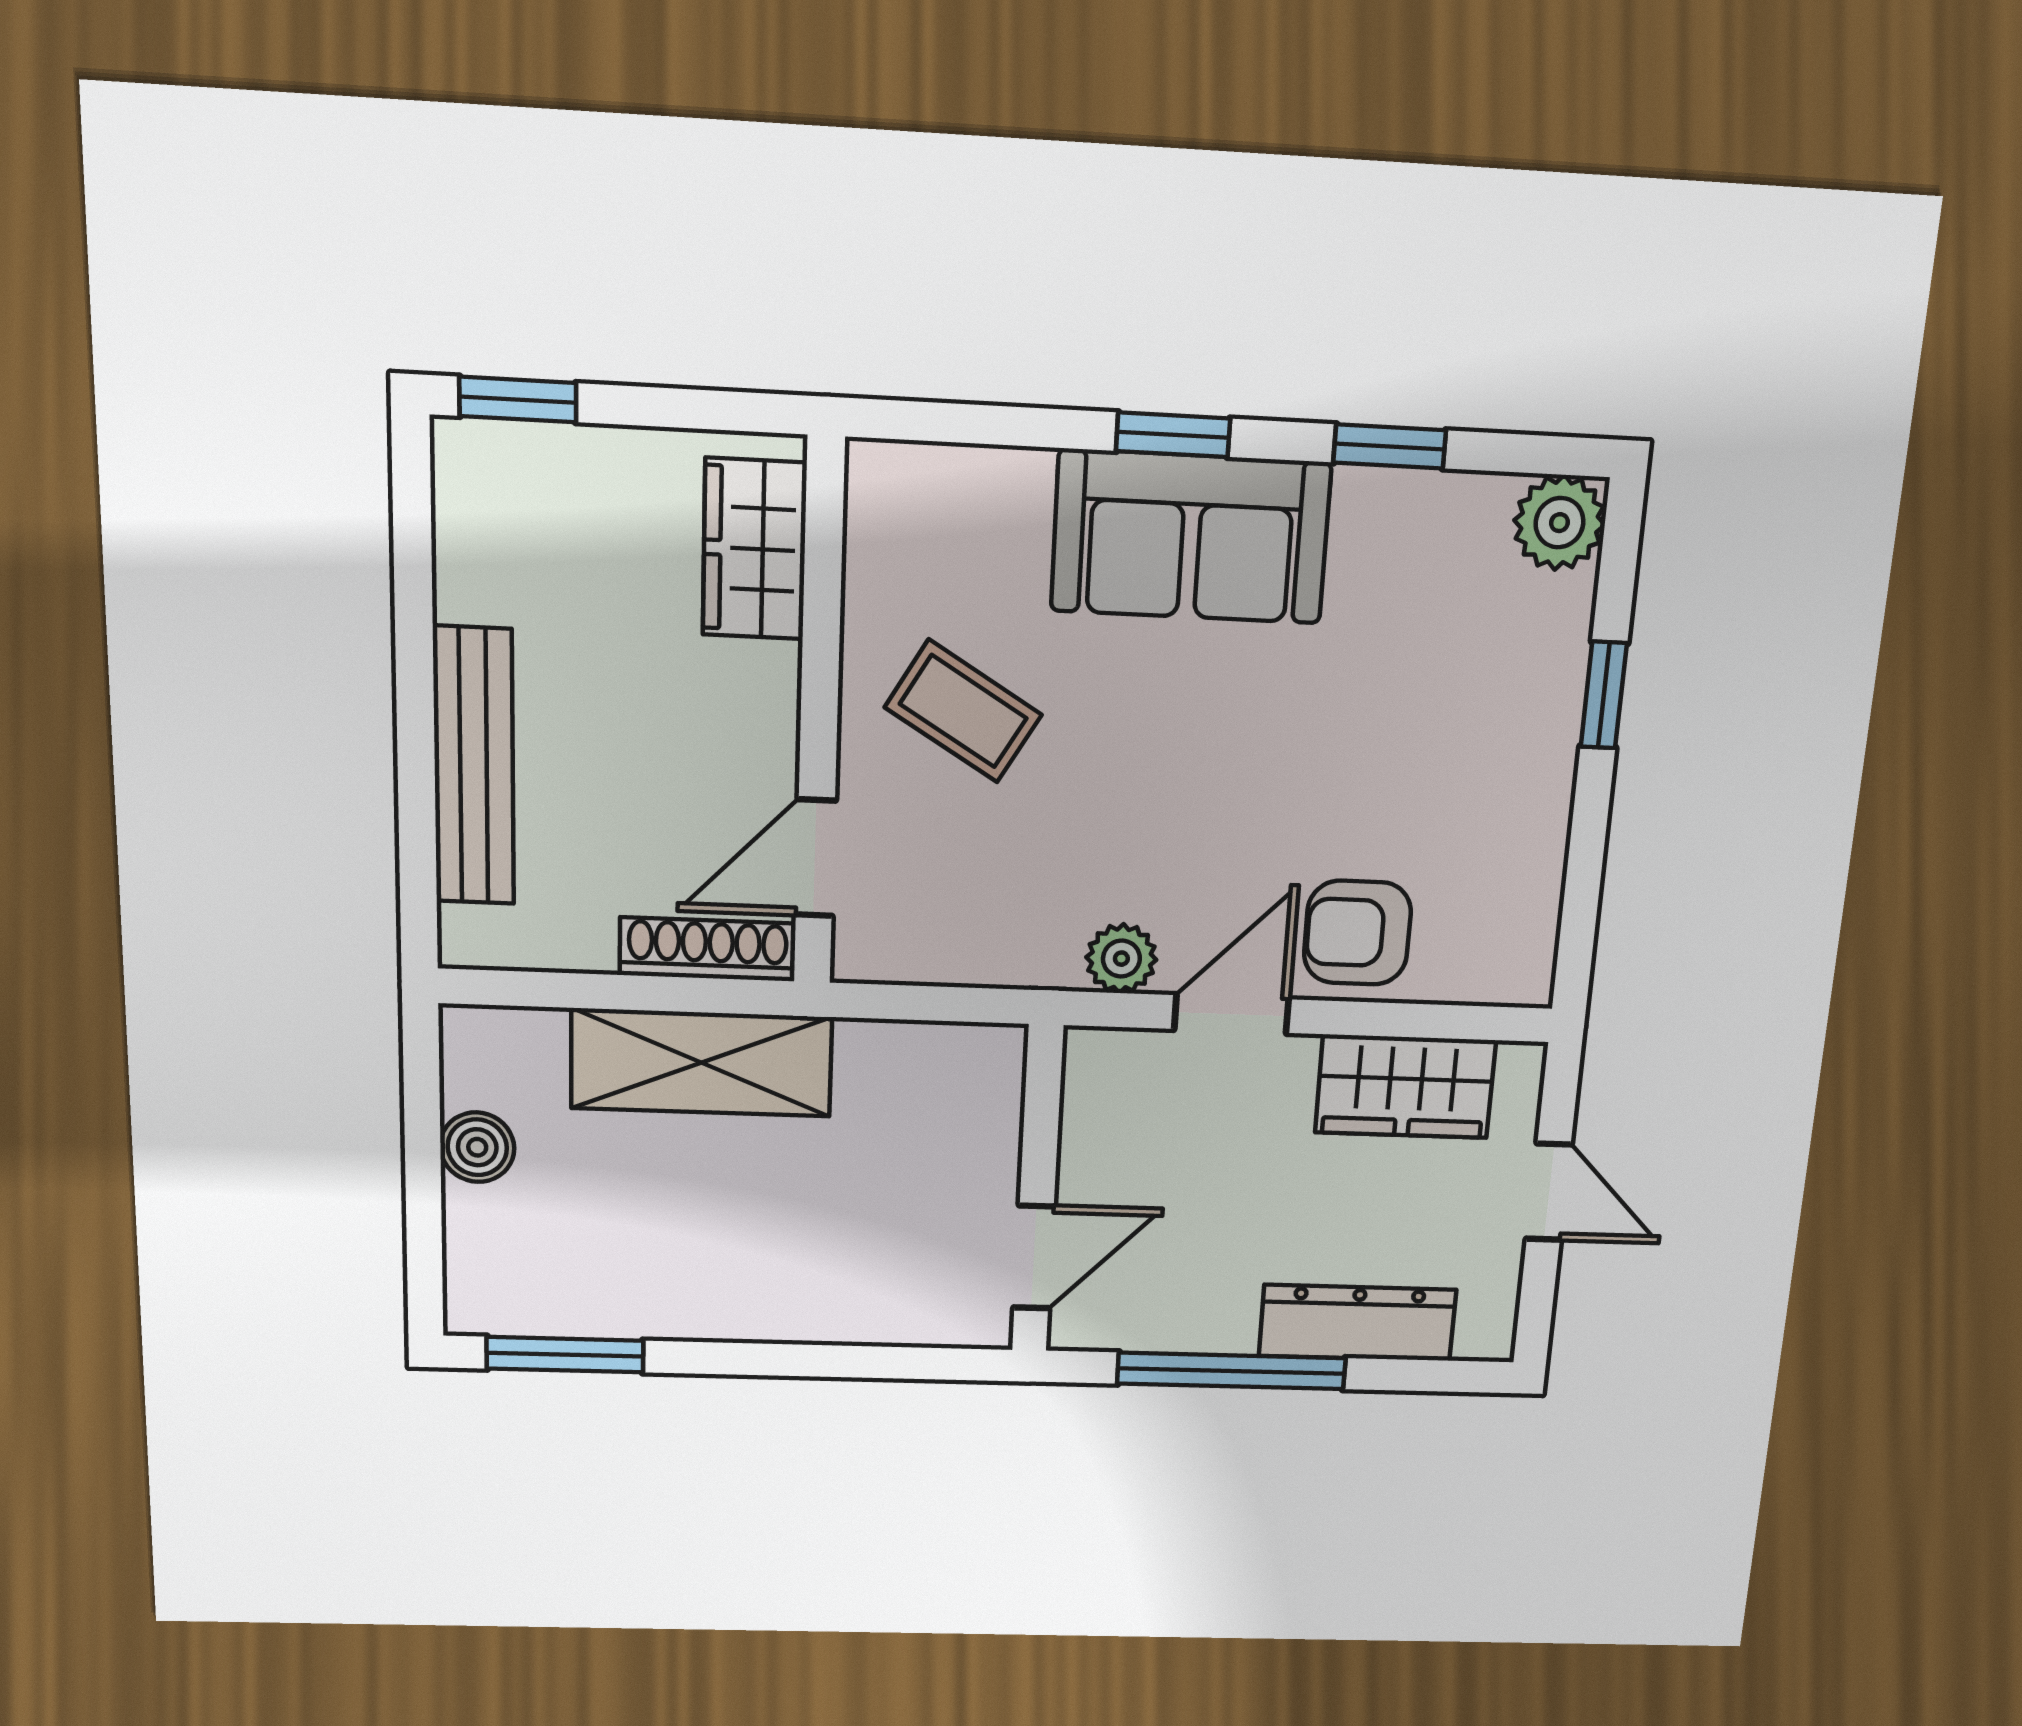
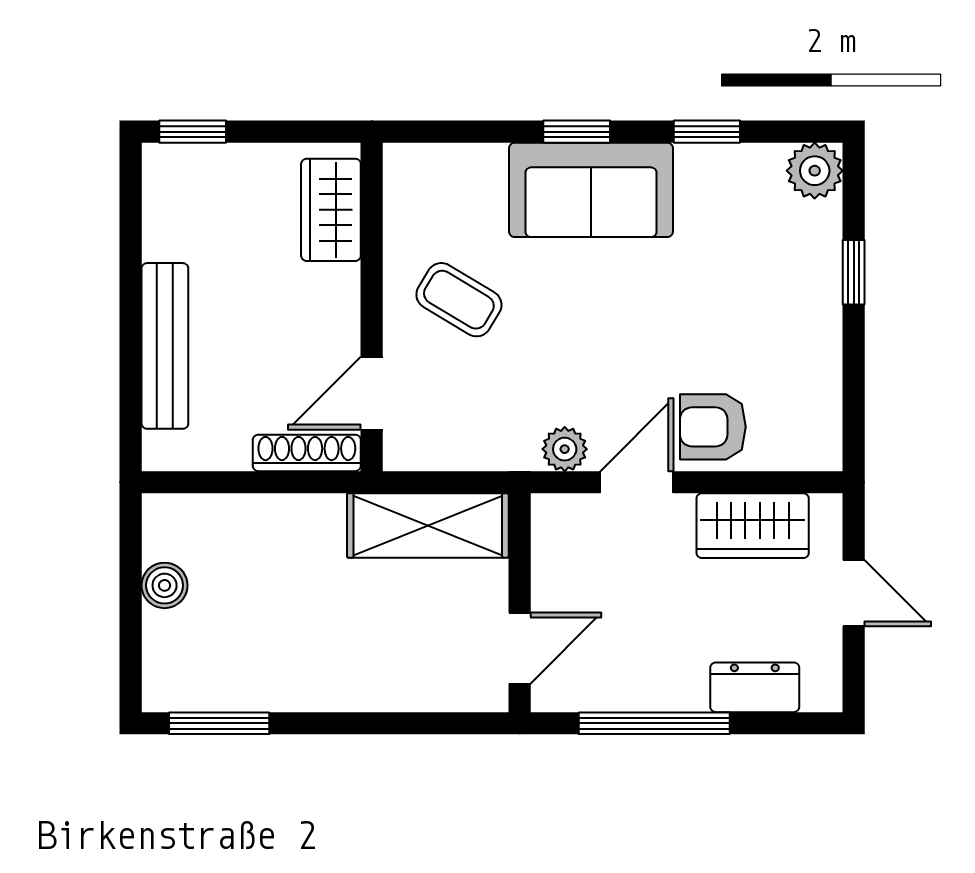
shelving: (702, 1063) -> (428, 525), moved
dresser: (1357, 1323) -> (755, 687), width x0.70

